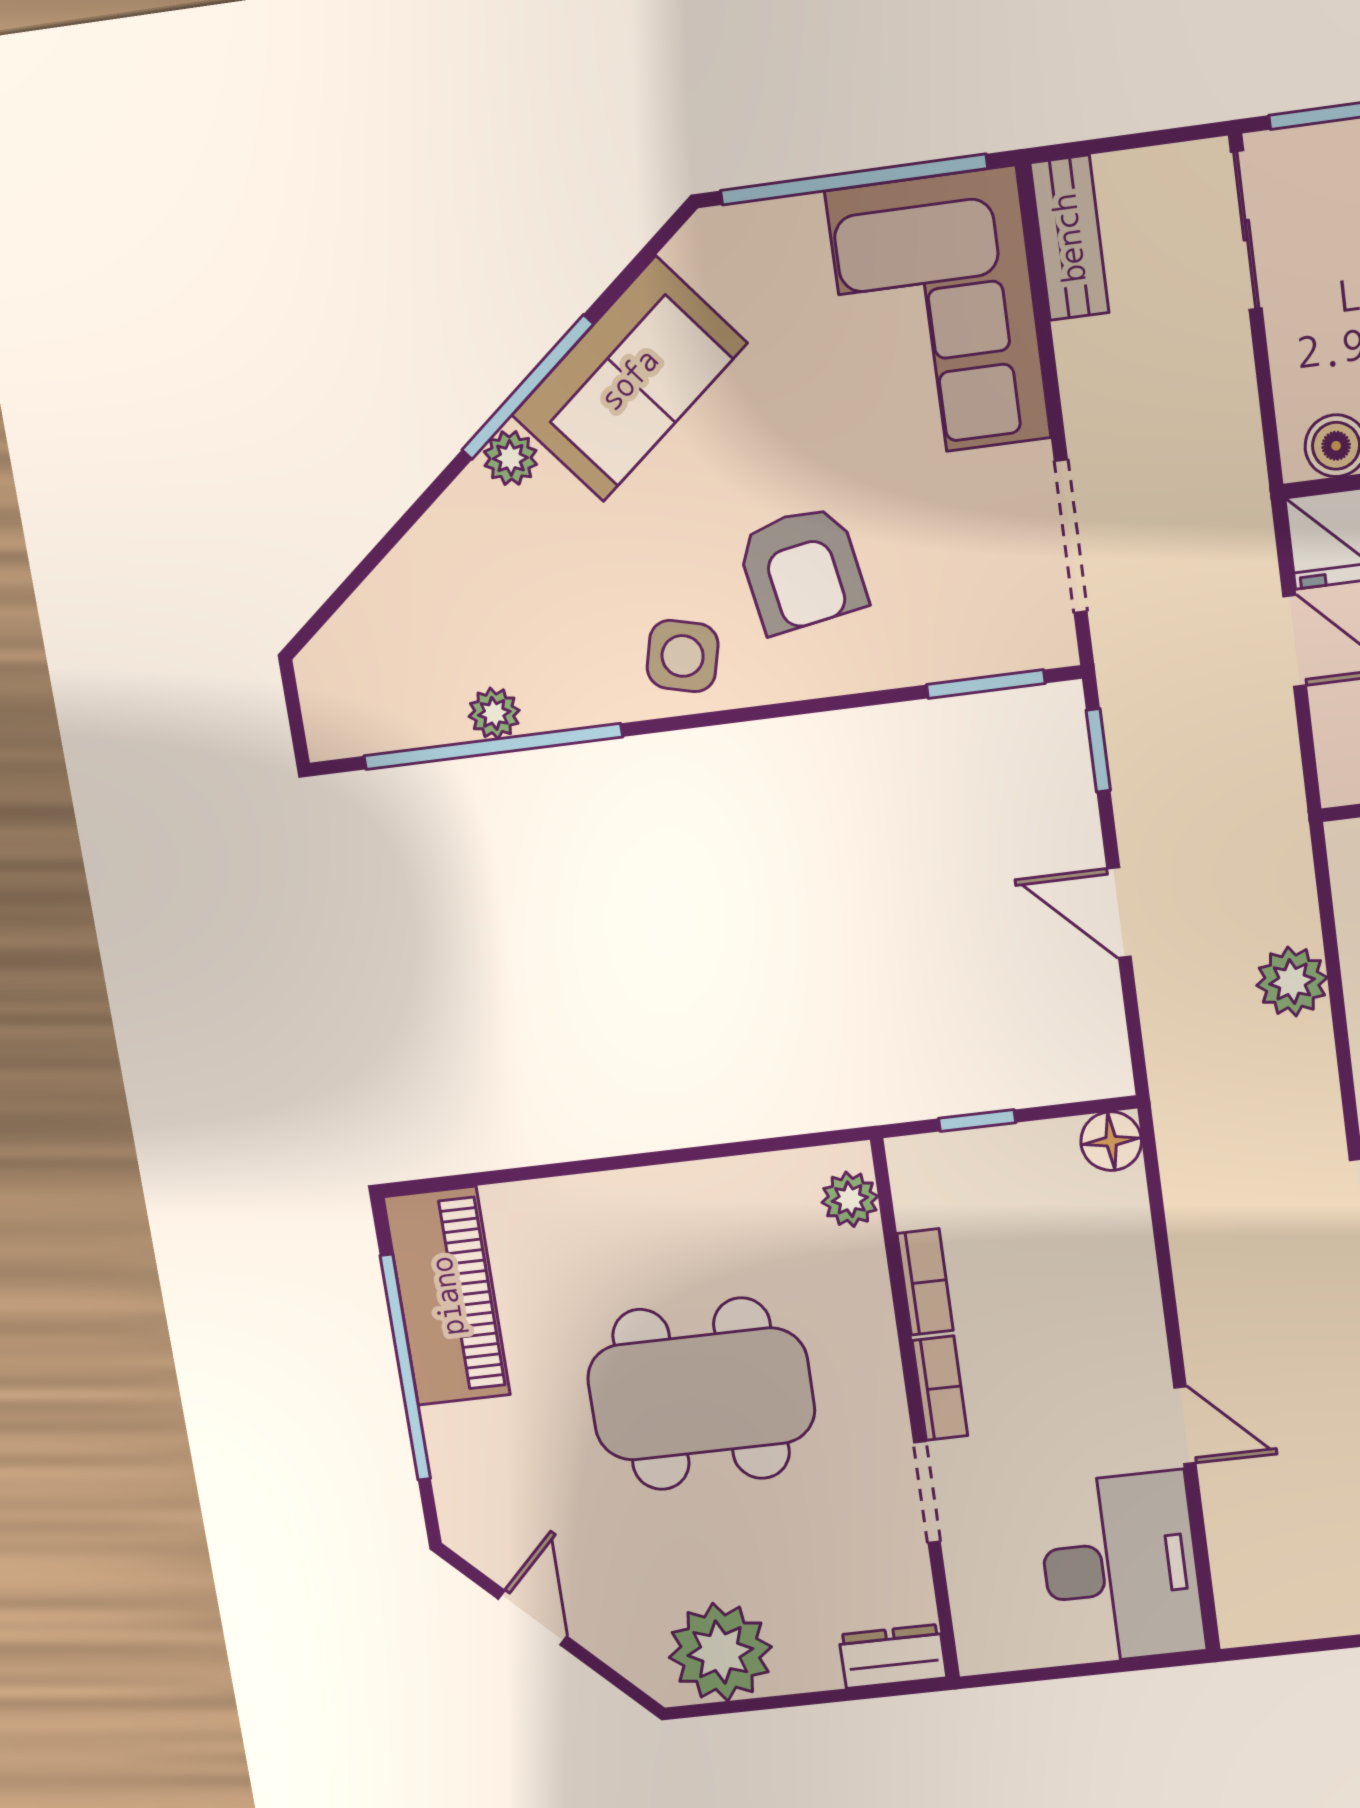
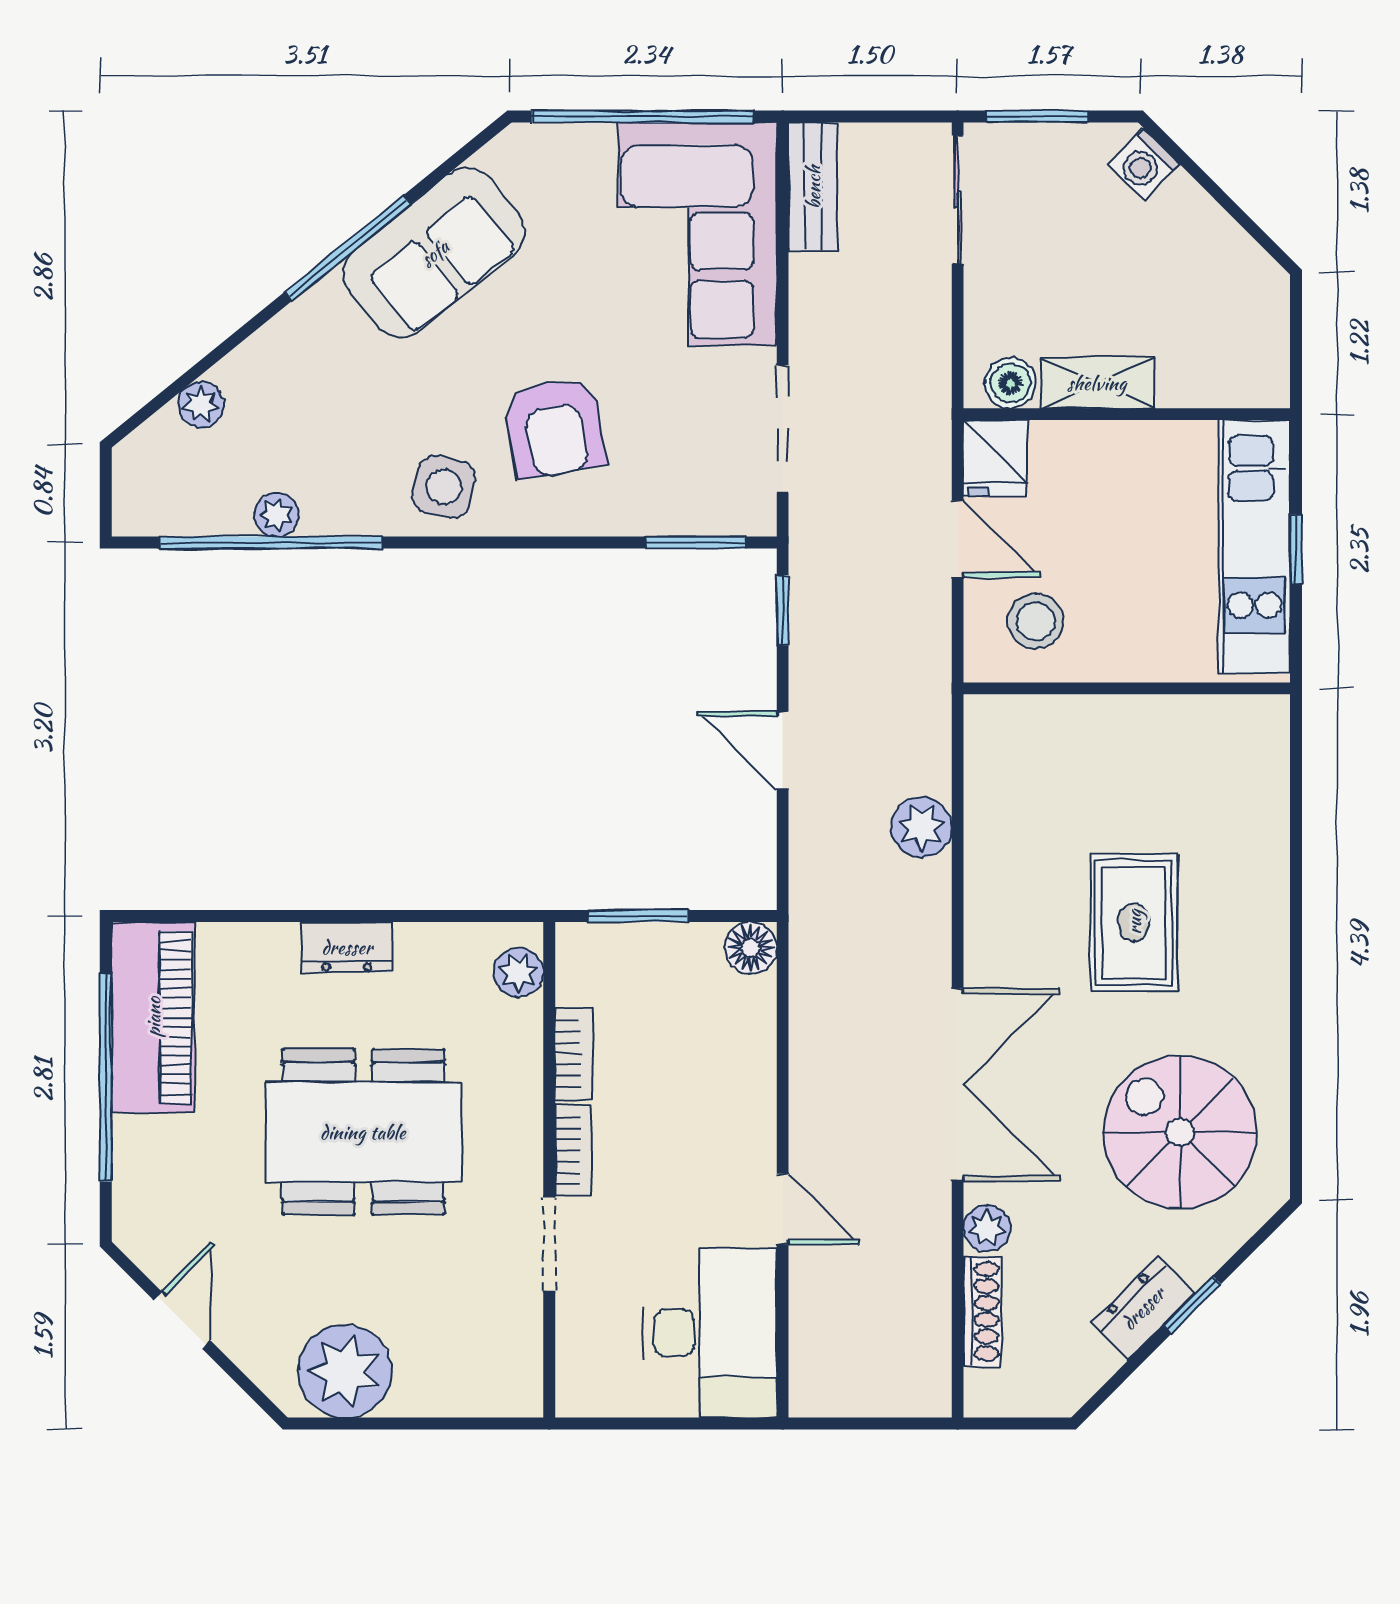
plant: (510, 458) -> (201, 404), moved
window: (977, 1121) -> (638, 916), width x1.50
dresser: (893, 1656) -> (347, 947), moved, turned 180

